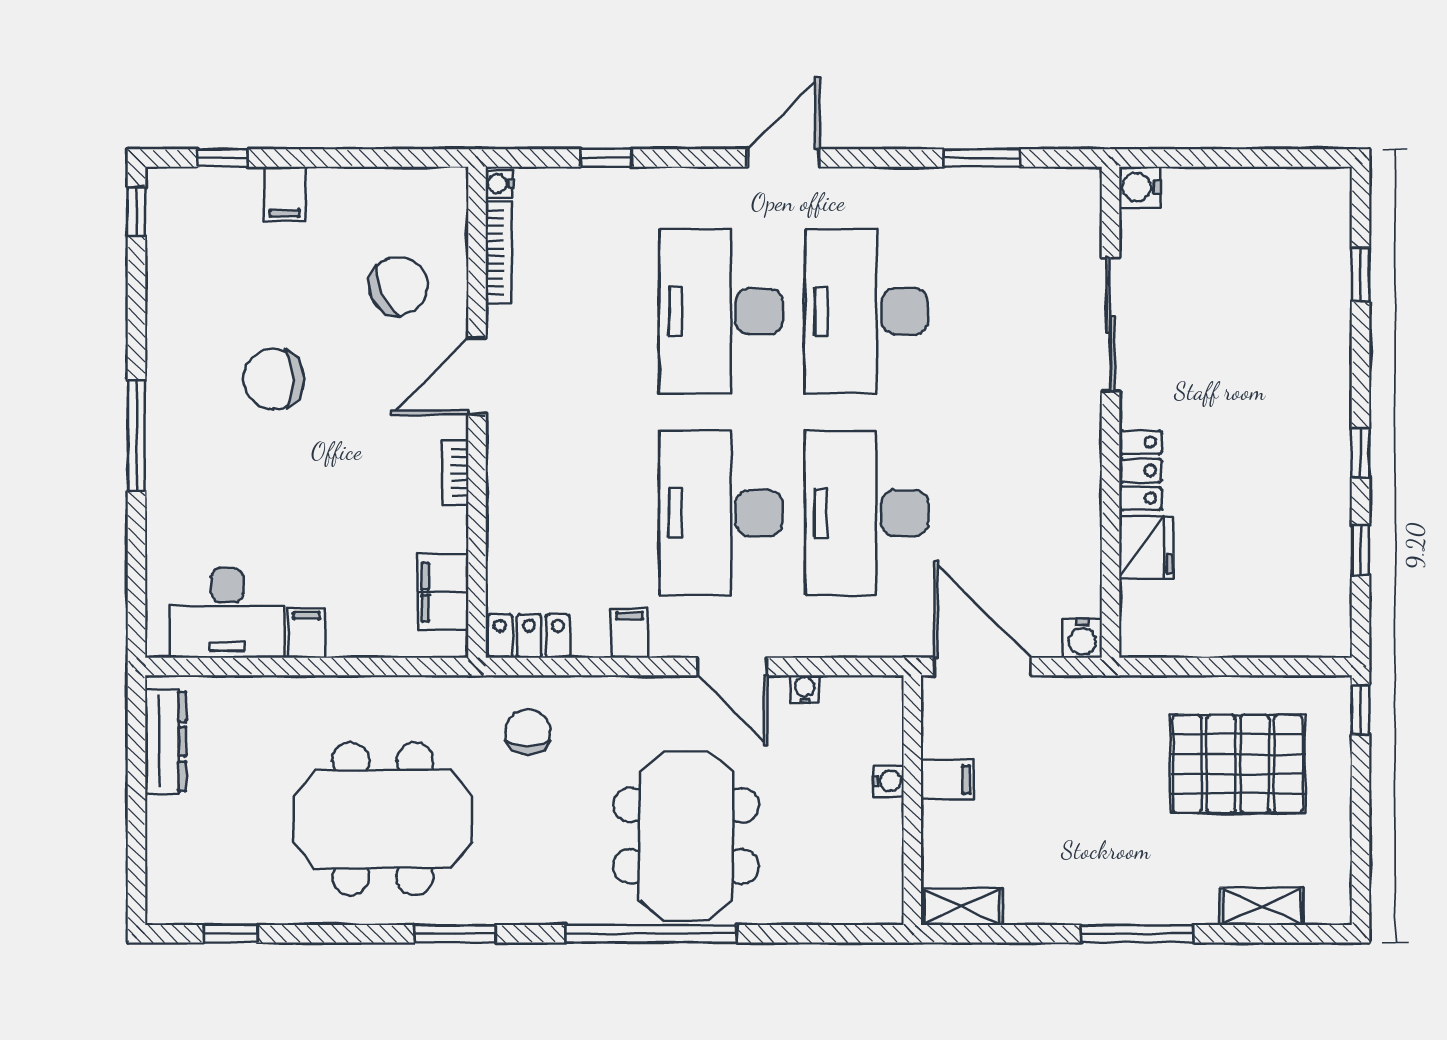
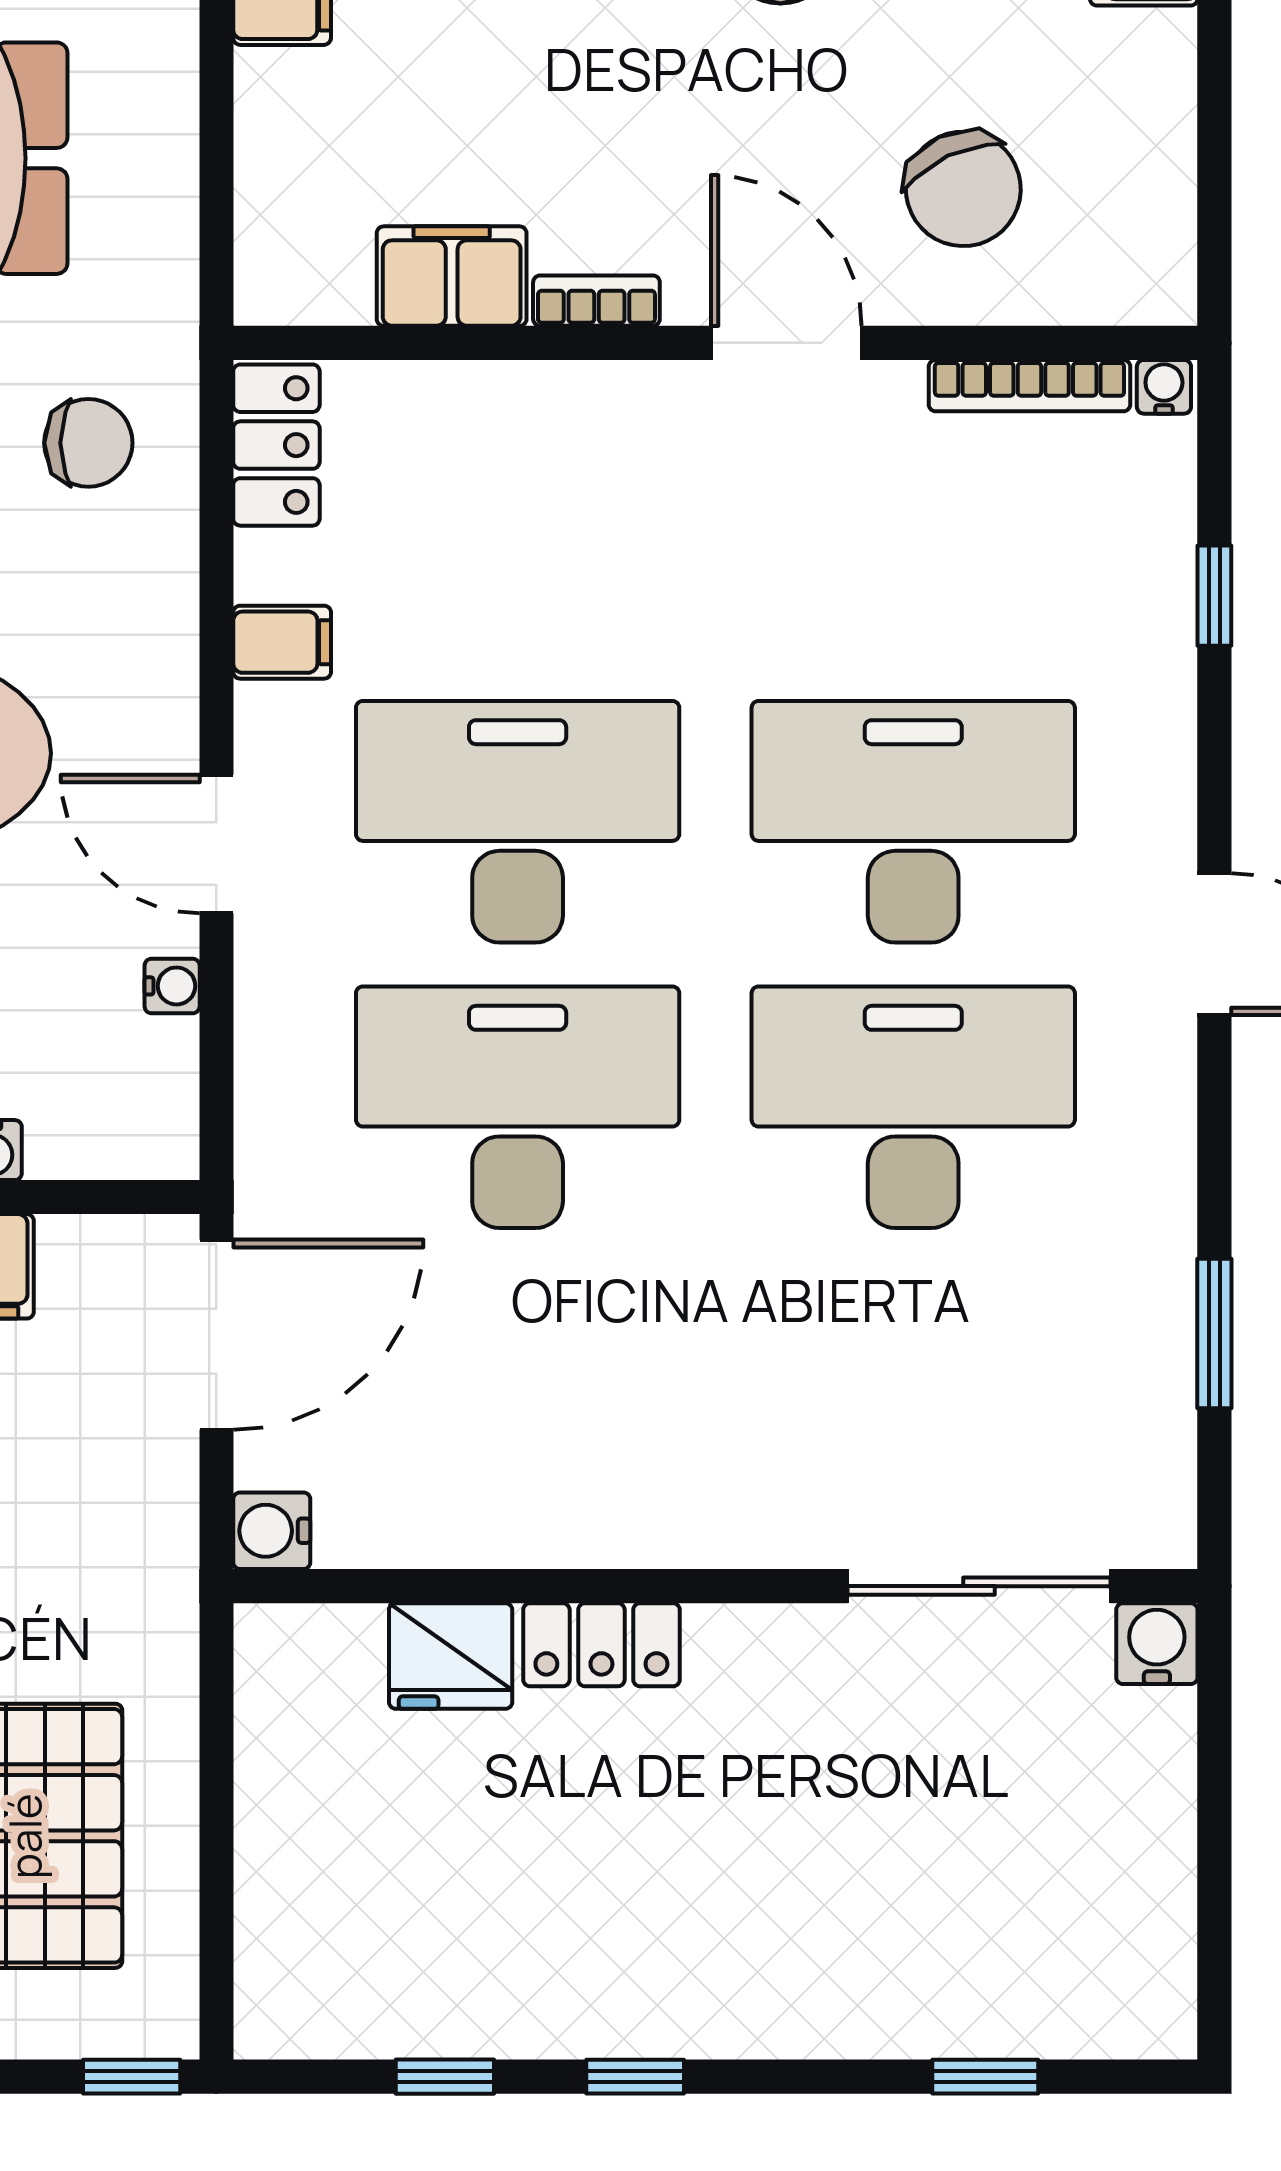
sliding door: (1111, 324) -> (979, 1586), moved
filing cabinet: (443, 592) -> (452, 276), moved
door: (732, 667) -> (216, 844), hinge flipped

